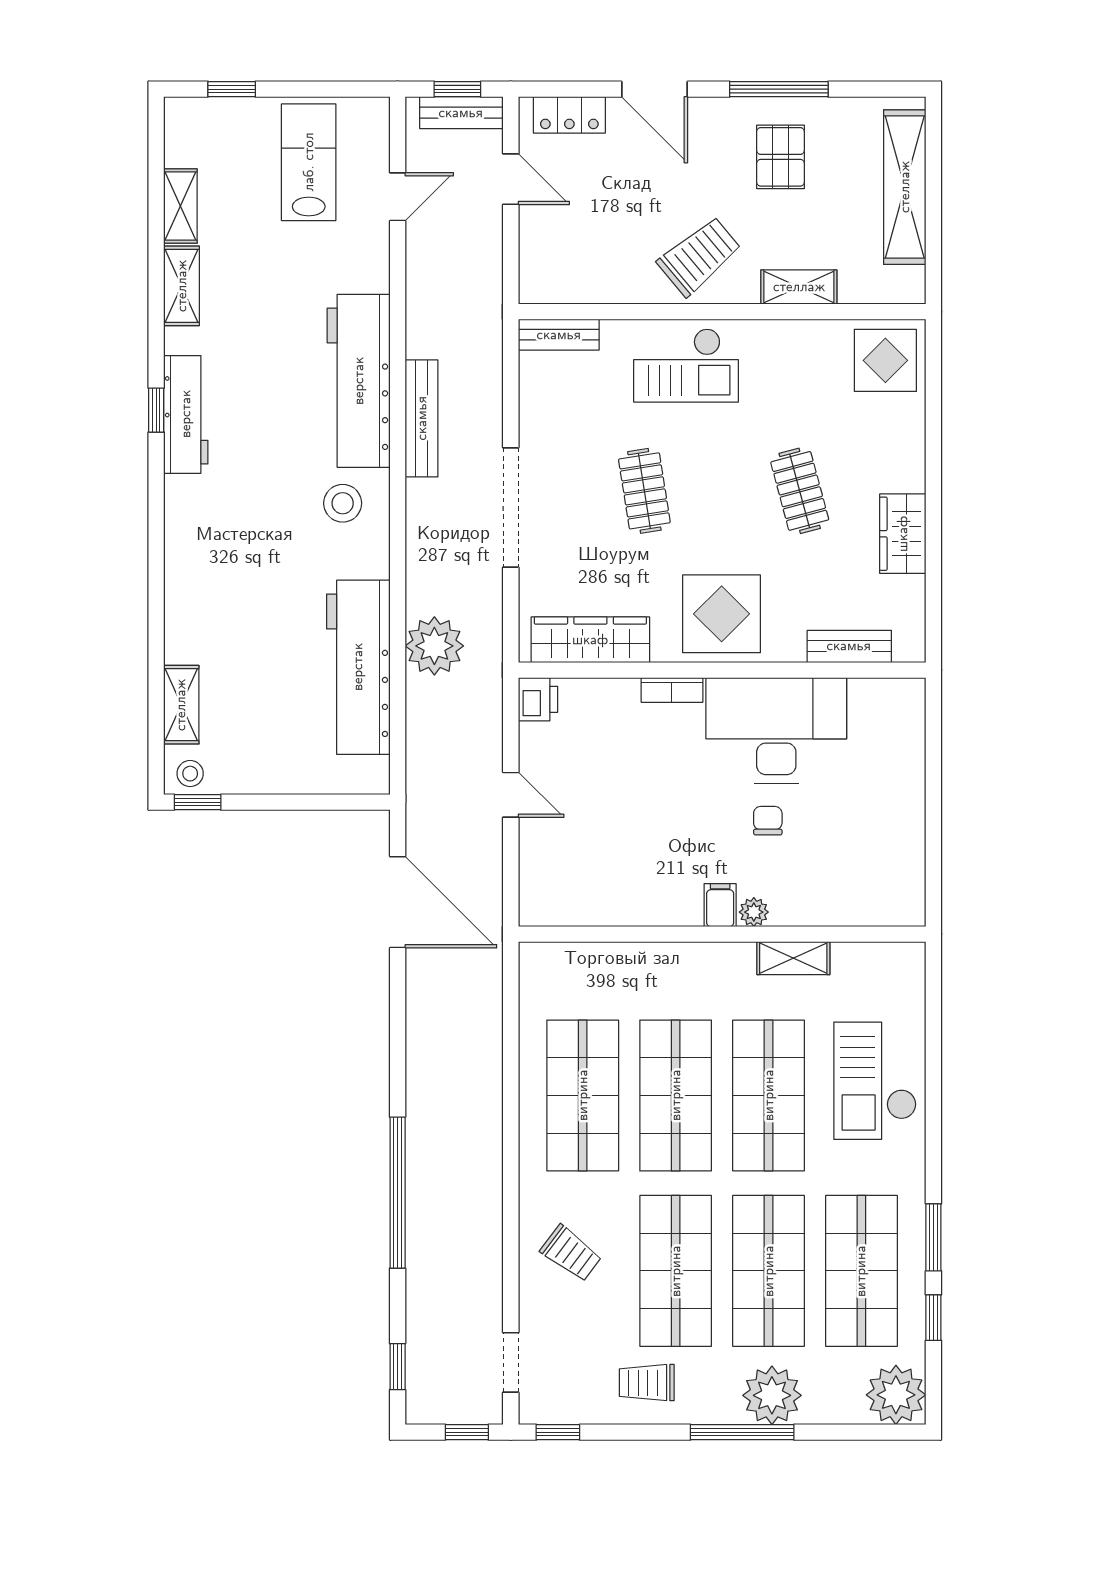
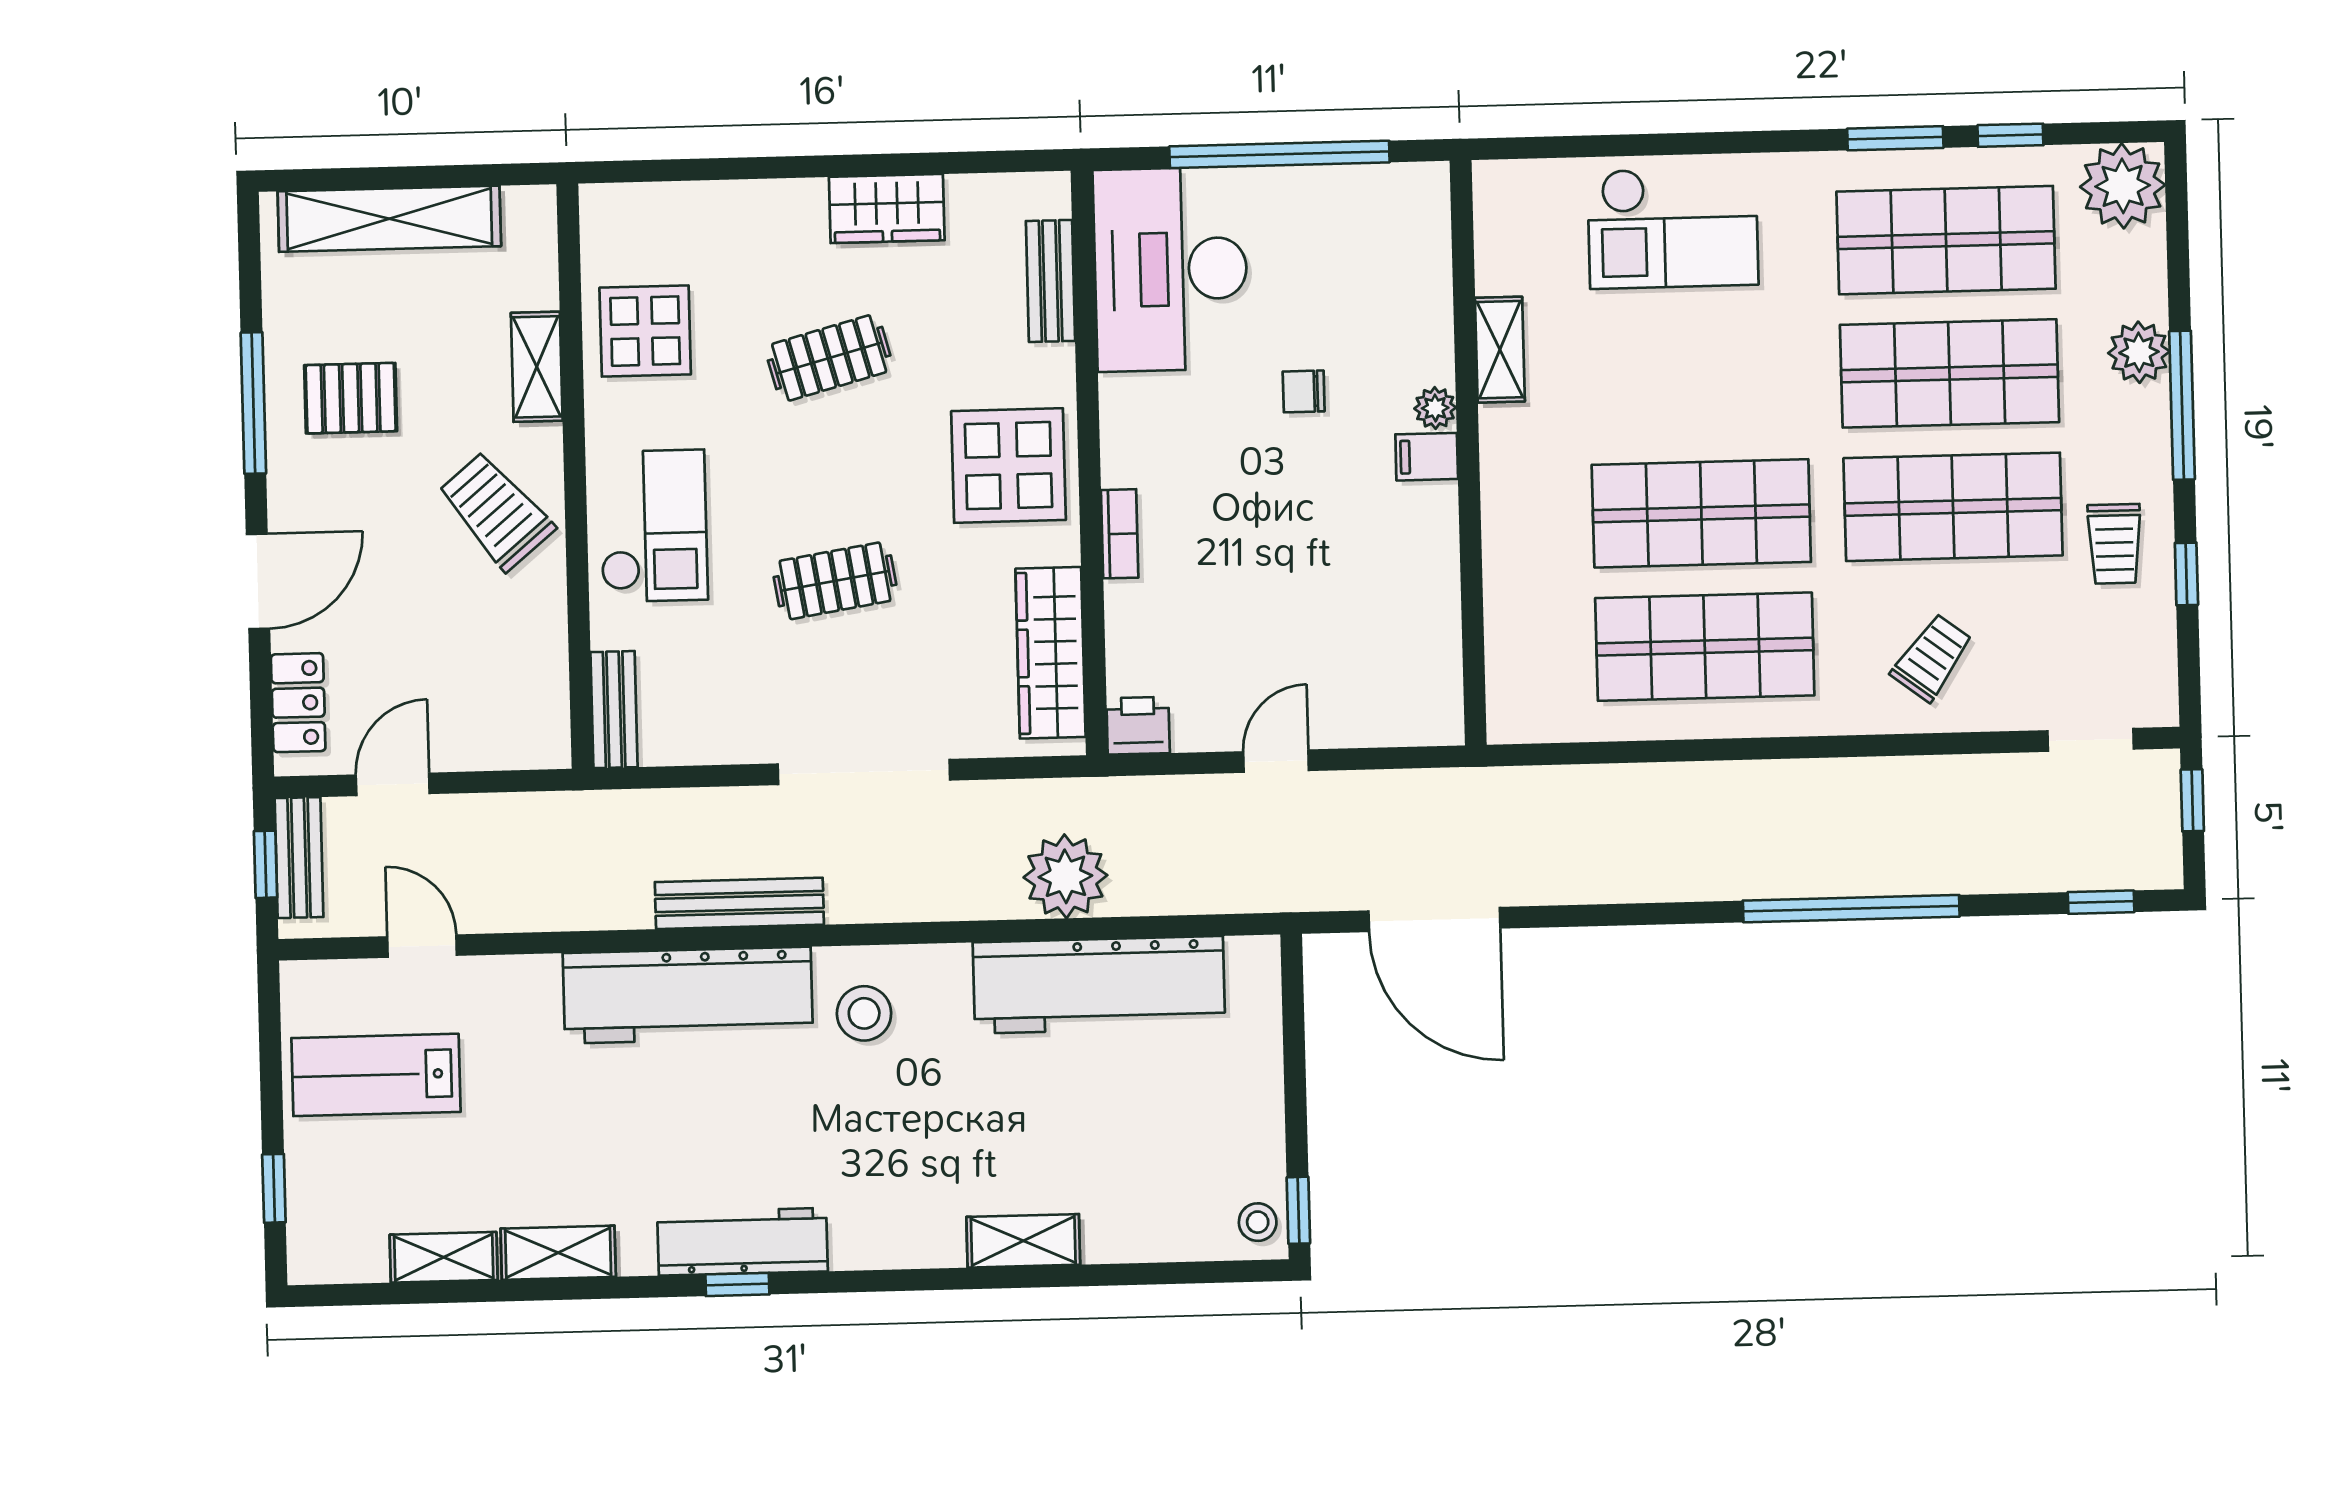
display table: (885, 360) -> (645, 331), moved
shelving: (181, 705) -> (1023, 1241), moved
desk: (776, 730) -> (1171, 269), moved
window: (933, 808) -> (1279, 154), added
door: (398, 902) -> (1434, 920), swing flipped
shop shelf: (769, 1095) -> (1698, 380), removed
plant: (772, 1395) -> (2139, 352), width x0.73, depth x0.73
window: (558, 1432) -> (2186, 574), moved

